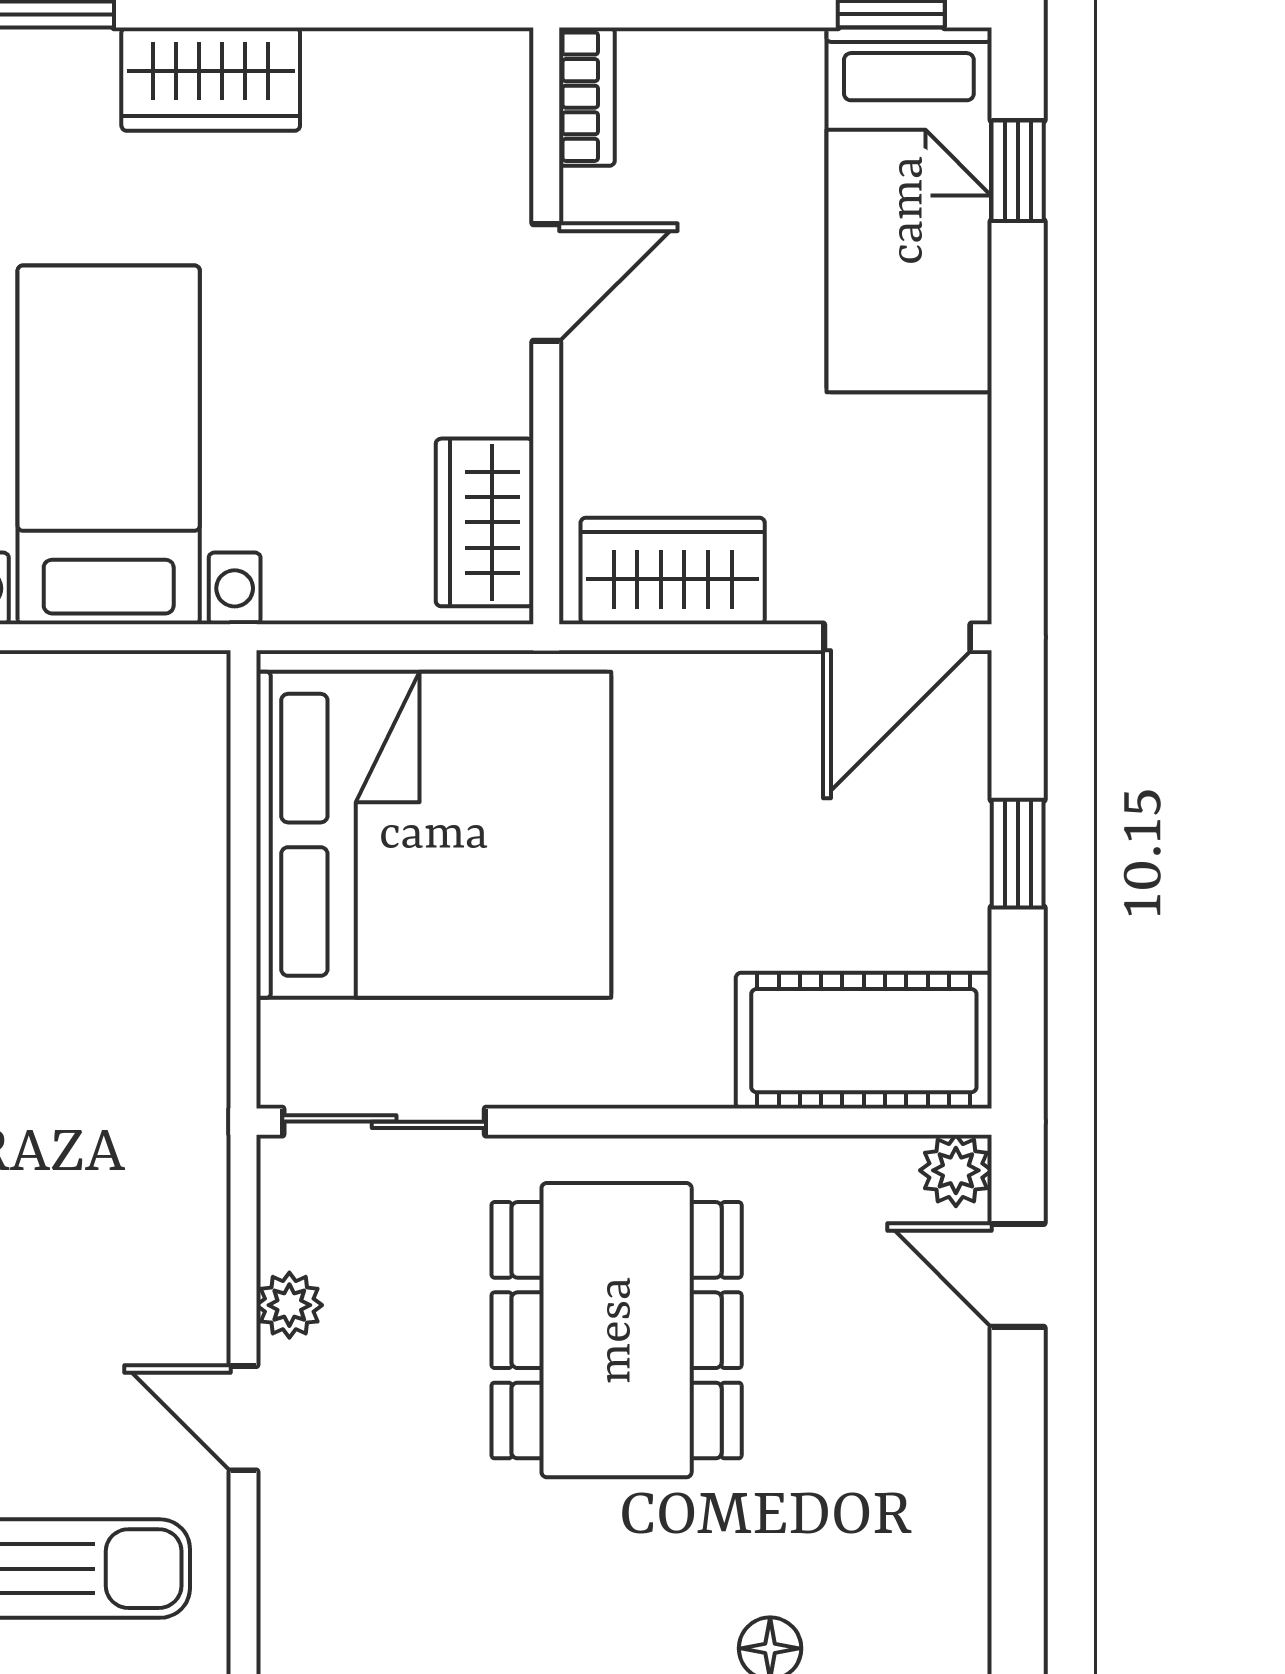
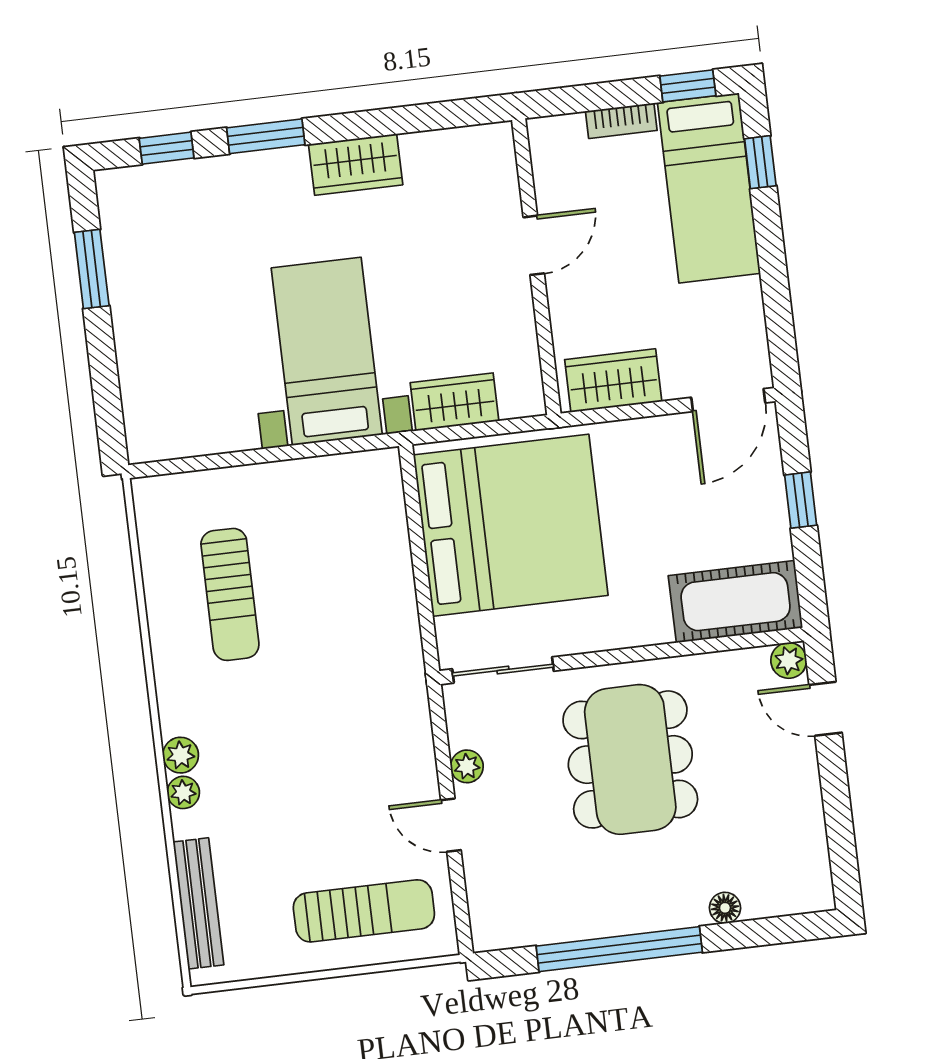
bookcase: (587, 97) -> (621, 121), moved, turned 90
wardrobe: (485, 522) -> (455, 402), moved, turned 90

